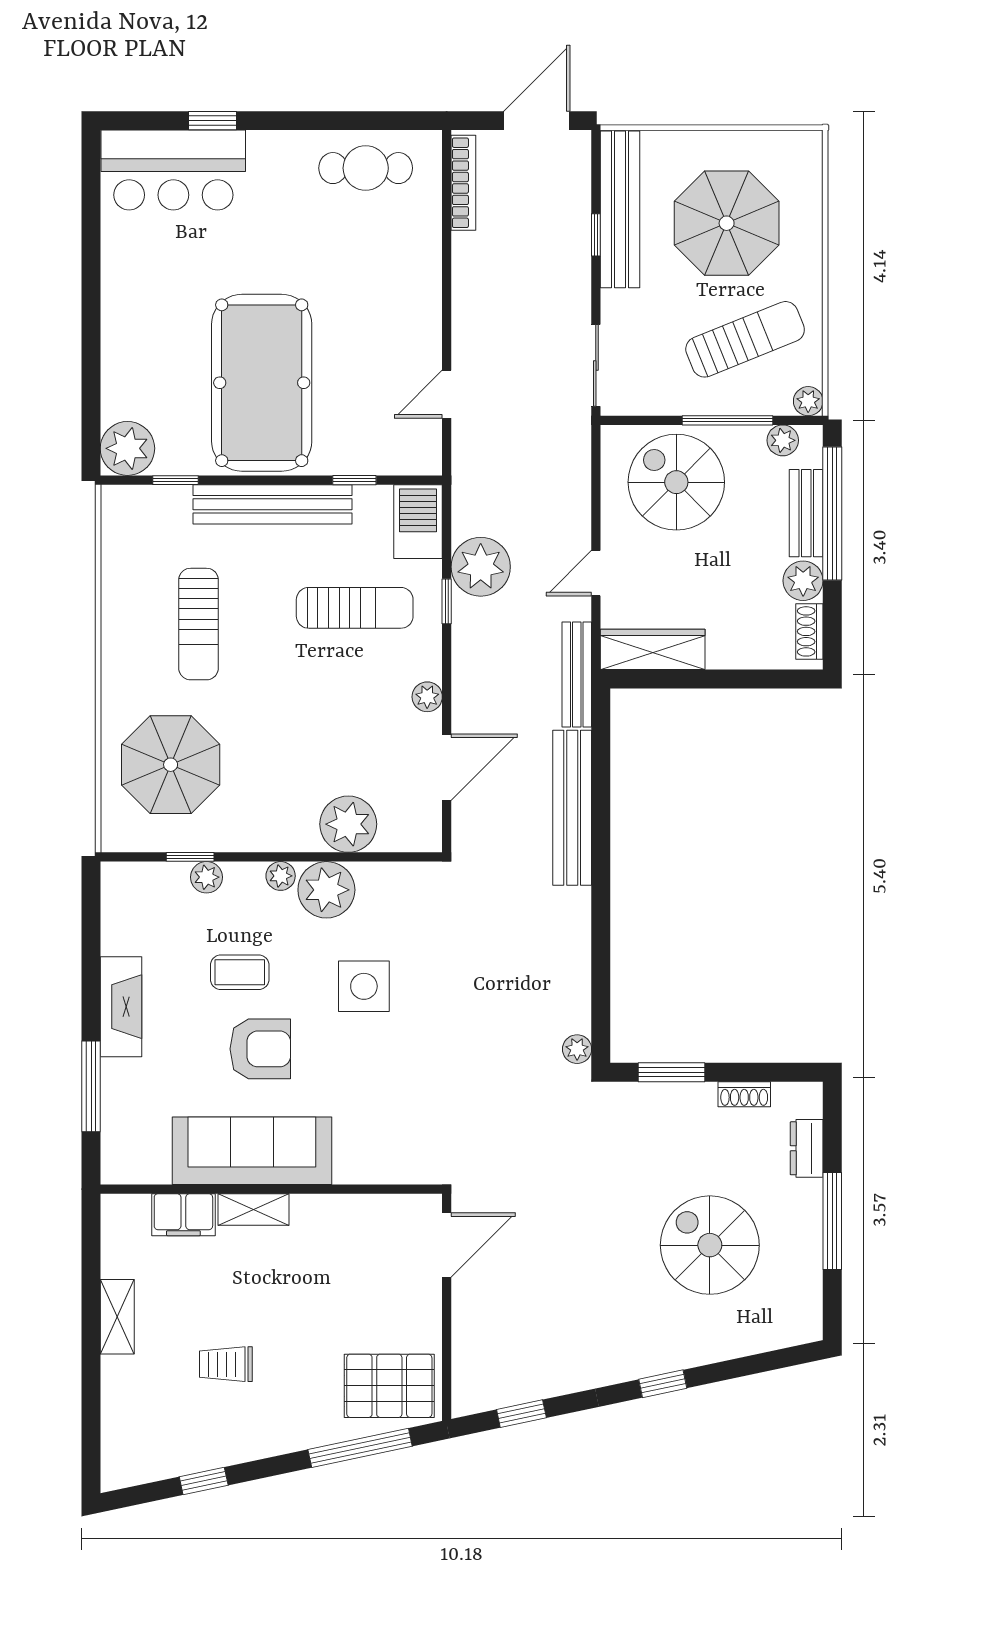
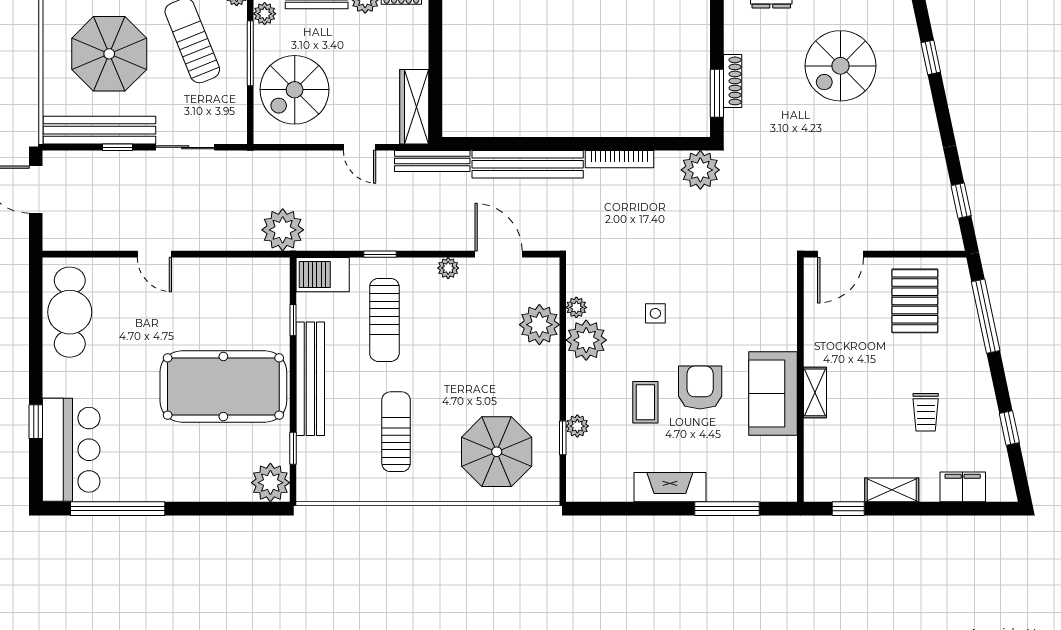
cafe table: (366, 168) -> (70, 312), width x1.37, depth x1.35
bookcase: (463, 183) -> (619, 159), moved, turned 180
window: (91, 235) -> (118, 509), added
sliding door: (596, 365) -> (185, 147), moved
door: (447, 394) -> (154, 254), moved
plant: (481, 567) -> (283, 230), moved
sun lounger: (355, 608) -> (384, 320), turned 180
sun lounger: (199, 624) -> (396, 432), turned -90
plant: (281, 876) -> (576, 307), moved
side table: (364, 986) -> (655, 313), width x0.54, depth x0.54
plant: (577, 1049) -> (700, 170), width x1.88, depth x1.88
shoe rack: (744, 1094) -> (733, 81), moved, width x1.43
sofa: (252, 1151) -> (773, 393), width x0.73
filing cabinet: (183, 1215) -> (963, 487), moved, turned -90
door: (447, 1245) -> (841, 254), swing flipped
window: (91, 1256) -> (848, 509), added
window: (663, 1384) -> (931, 57), moved
pallet: (389, 1386) -> (915, 301), moved

